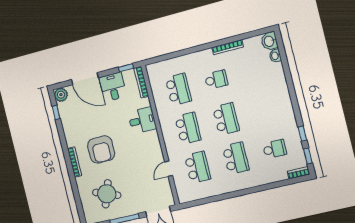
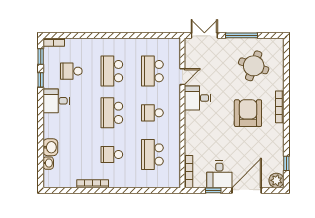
washbasin: (269, 41) -> (50, 147), moved
window: (126, 68) -> (213, 190), moved
door: (85, 79) -> (247, 190), hinge flipped
desk: (282, 117) -> (56, 101), added
desk: (142, 120) -> (197, 98), moved
school desk: (188, 128) -> (152, 113), width x0.54

